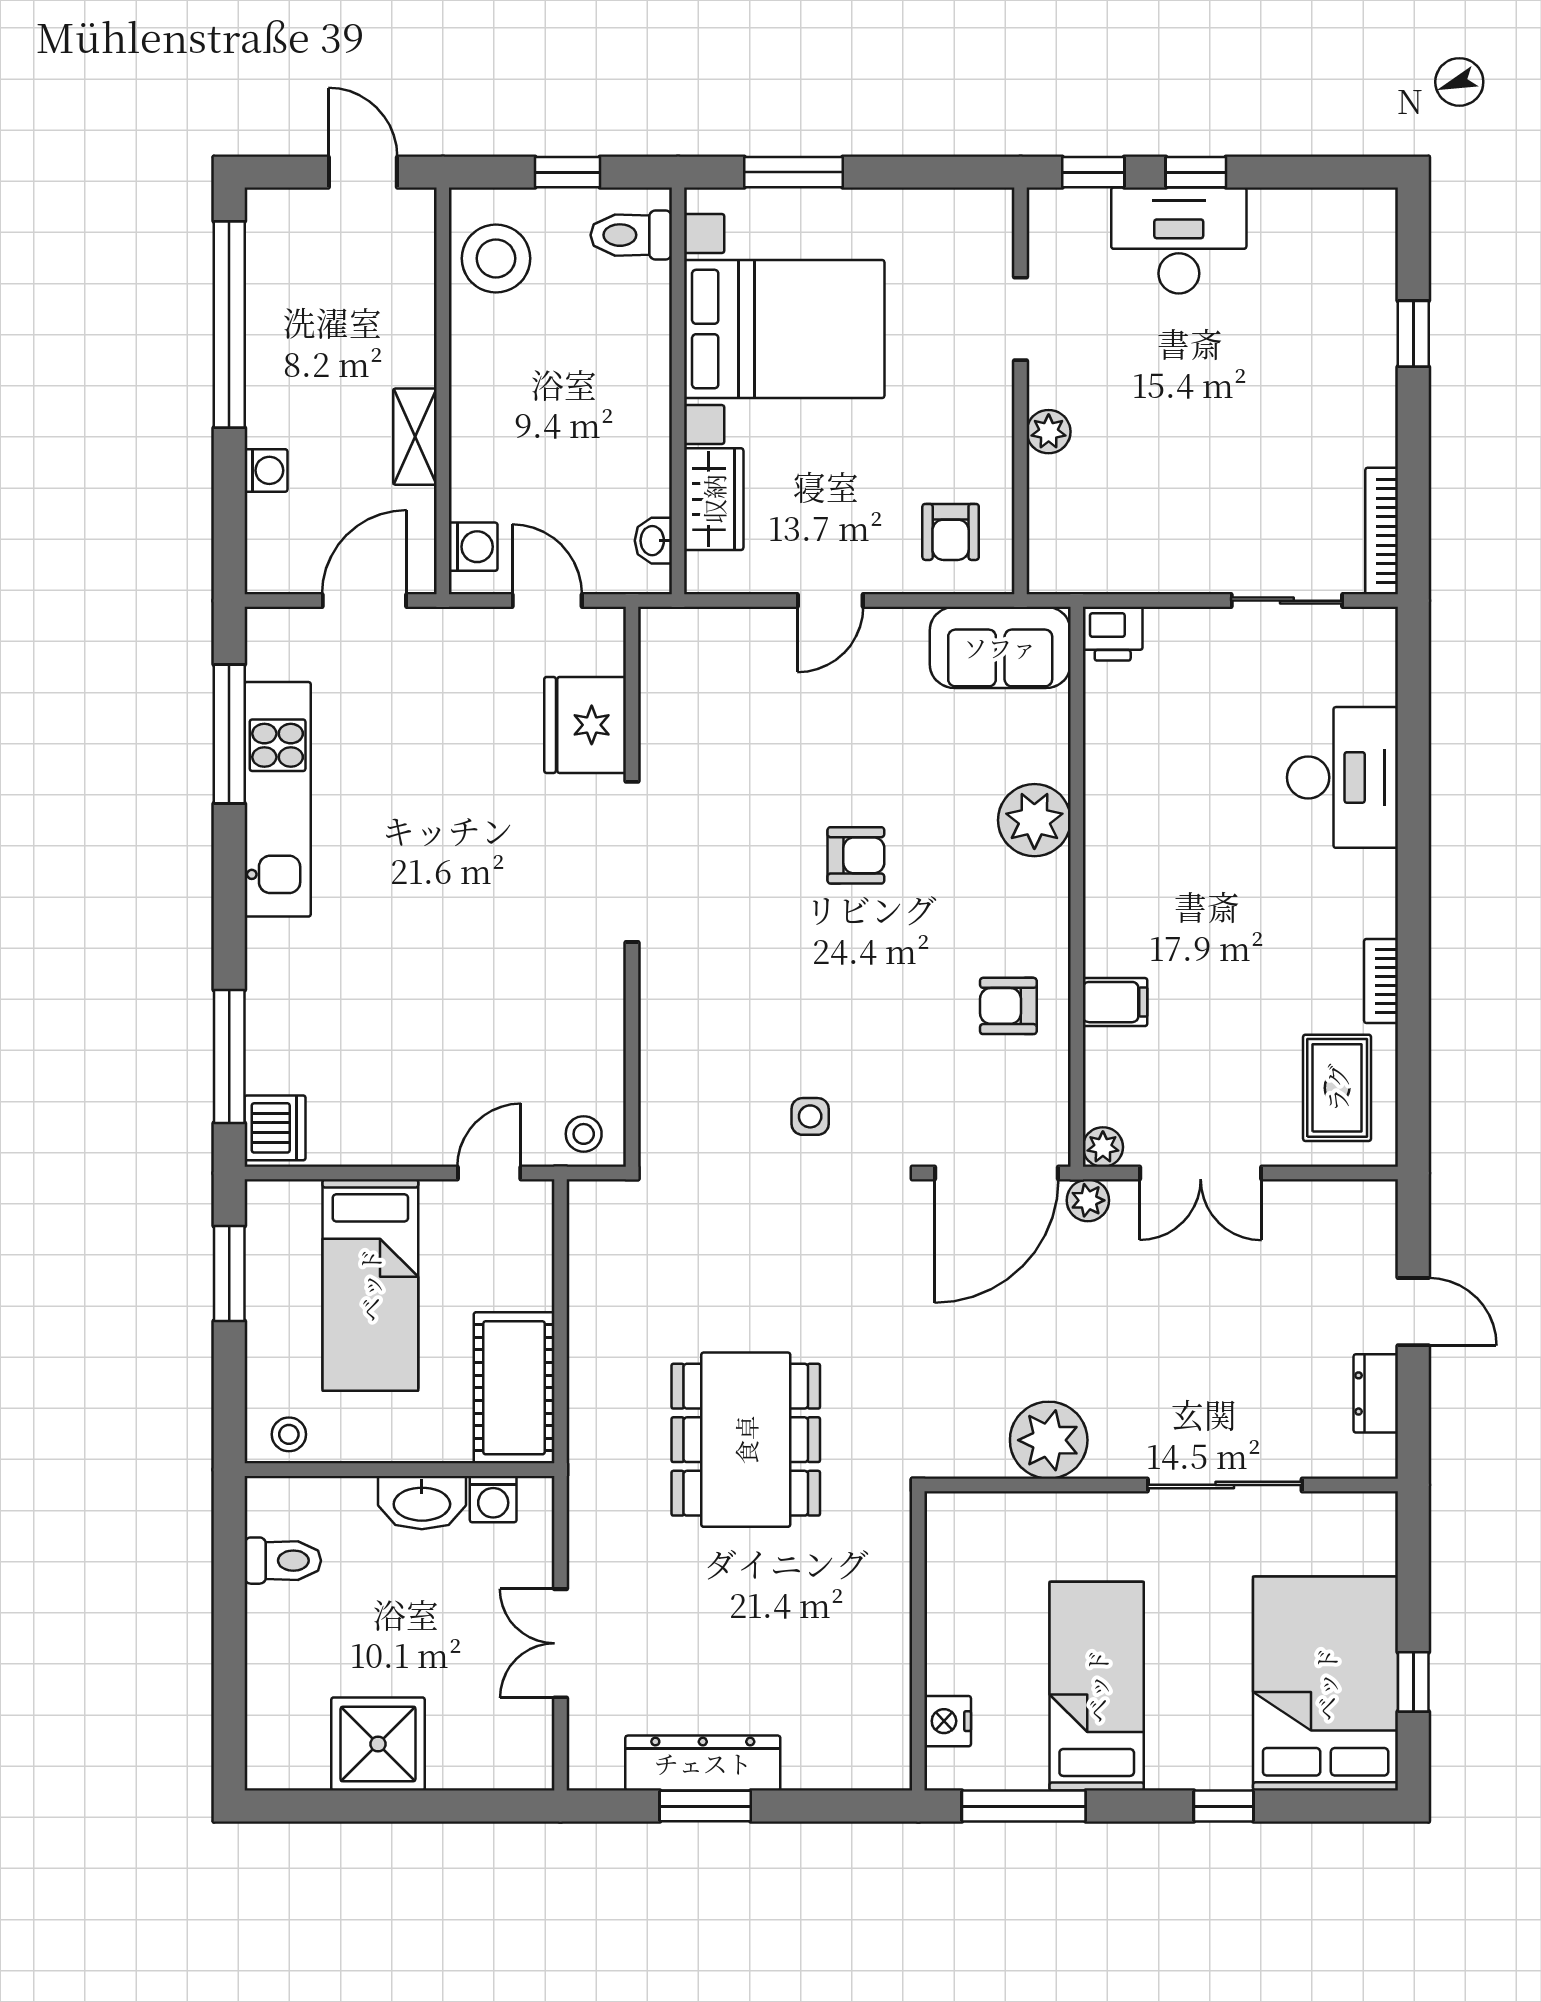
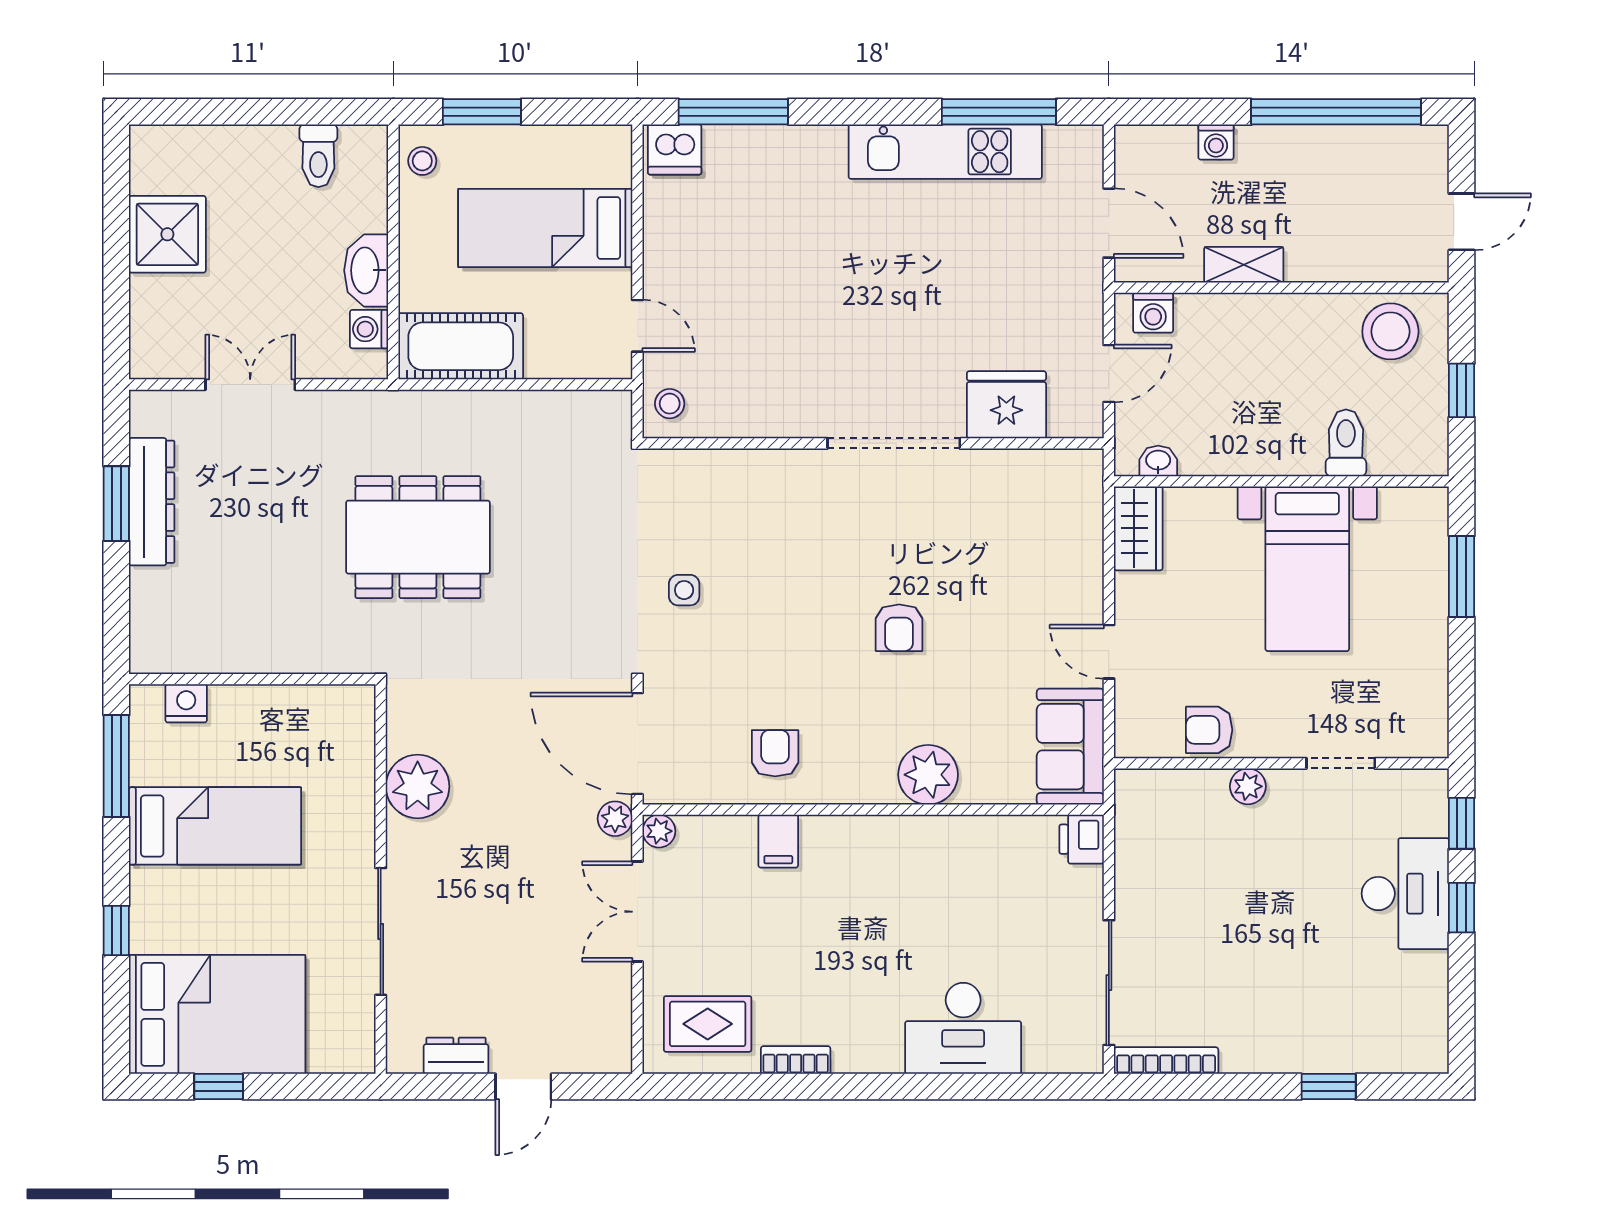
toilet: (631, 235) -> (1346, 443), moved
bed with nightstands: (784, 329) -> (1307, 569), width x0.73
wardrobe: (714, 499) -> (1138, 528), moved, turned -90
armchair: (951, 532) -> (1209, 730), moved
door: (830, 601) -> (1109, 652), moved
sliding door: (1287, 601) -> (1109, 983), width x1.37
window: (229, 1273) -> (482, 112), moved

